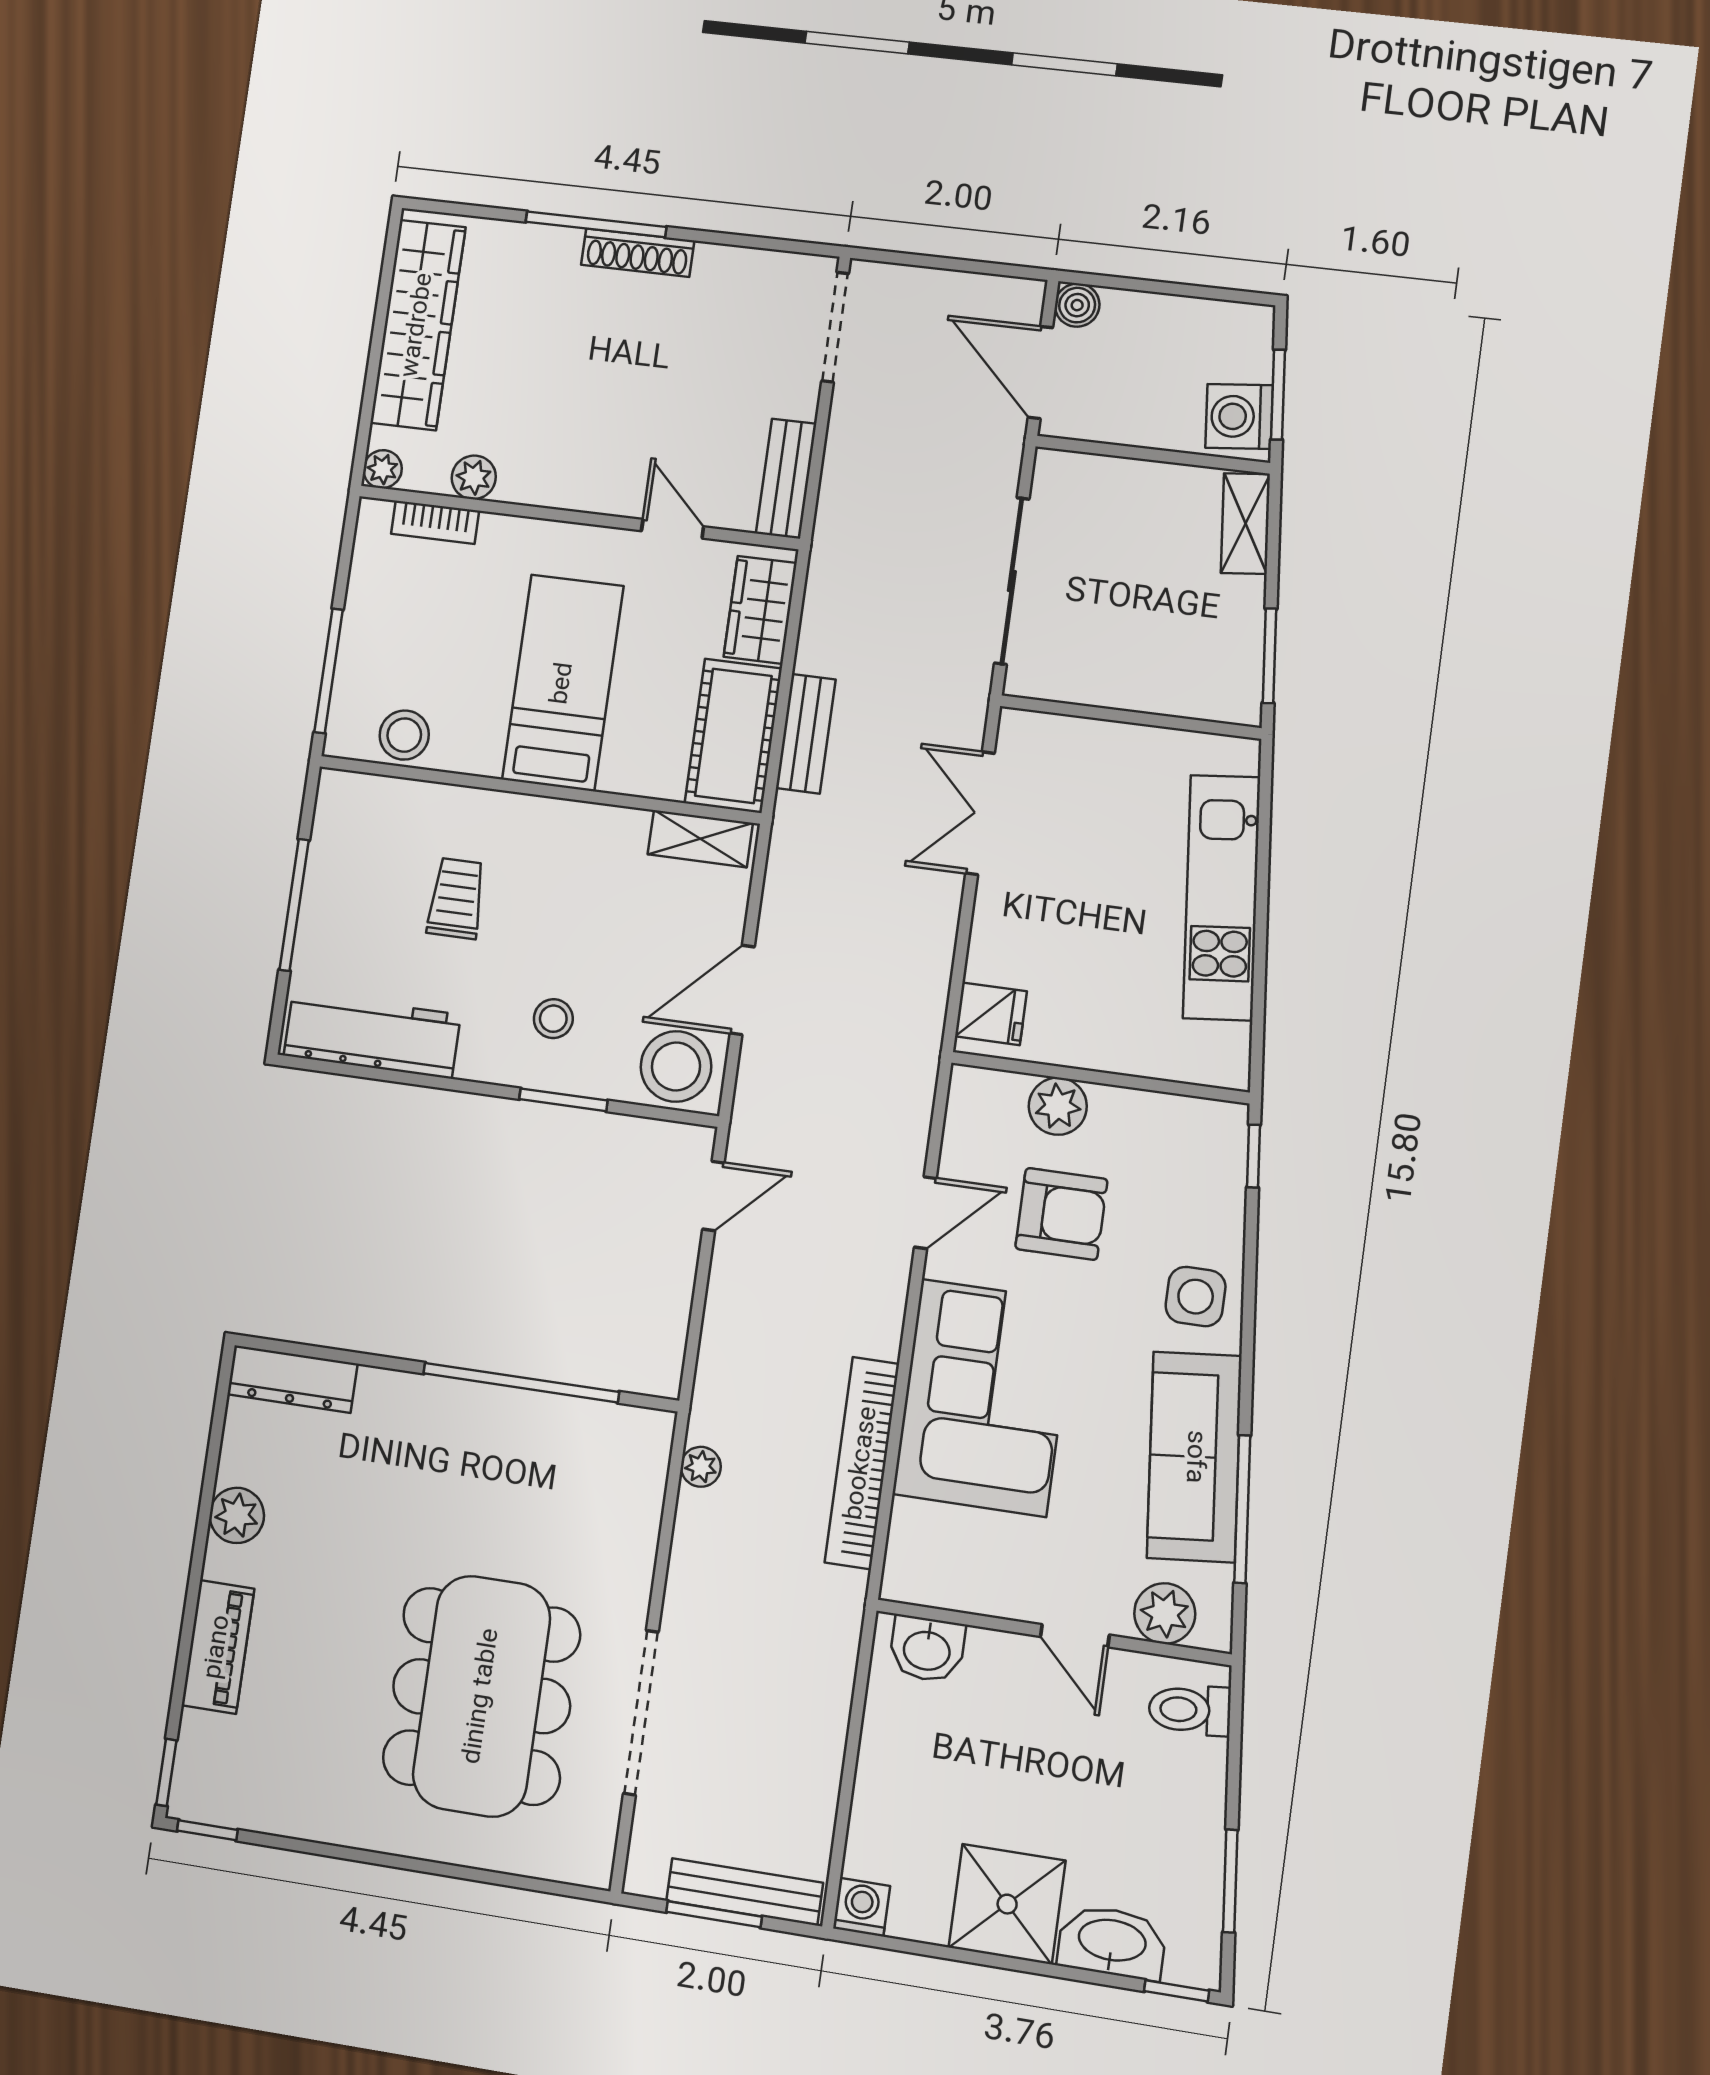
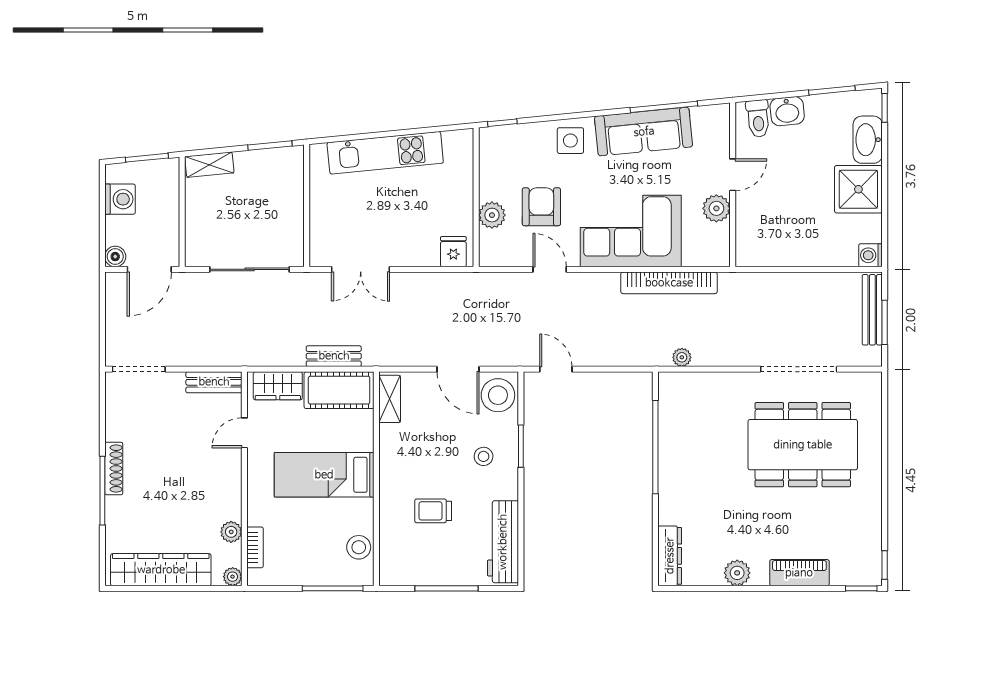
washing machine: (1239, 416) -> (120, 199), moved, turned -84
plant: (1165, 1613) -> (716, 208), moved
washbasin: (927, 1649) -> (787, 111), moved, turned 84

